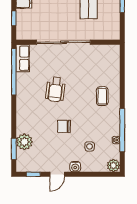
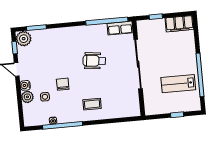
chair: (64, 126) -> (63, 84), moved
plant: (24, 142) -> (24, 39), moved
plant: (113, 165) -> (27, 97), moved

